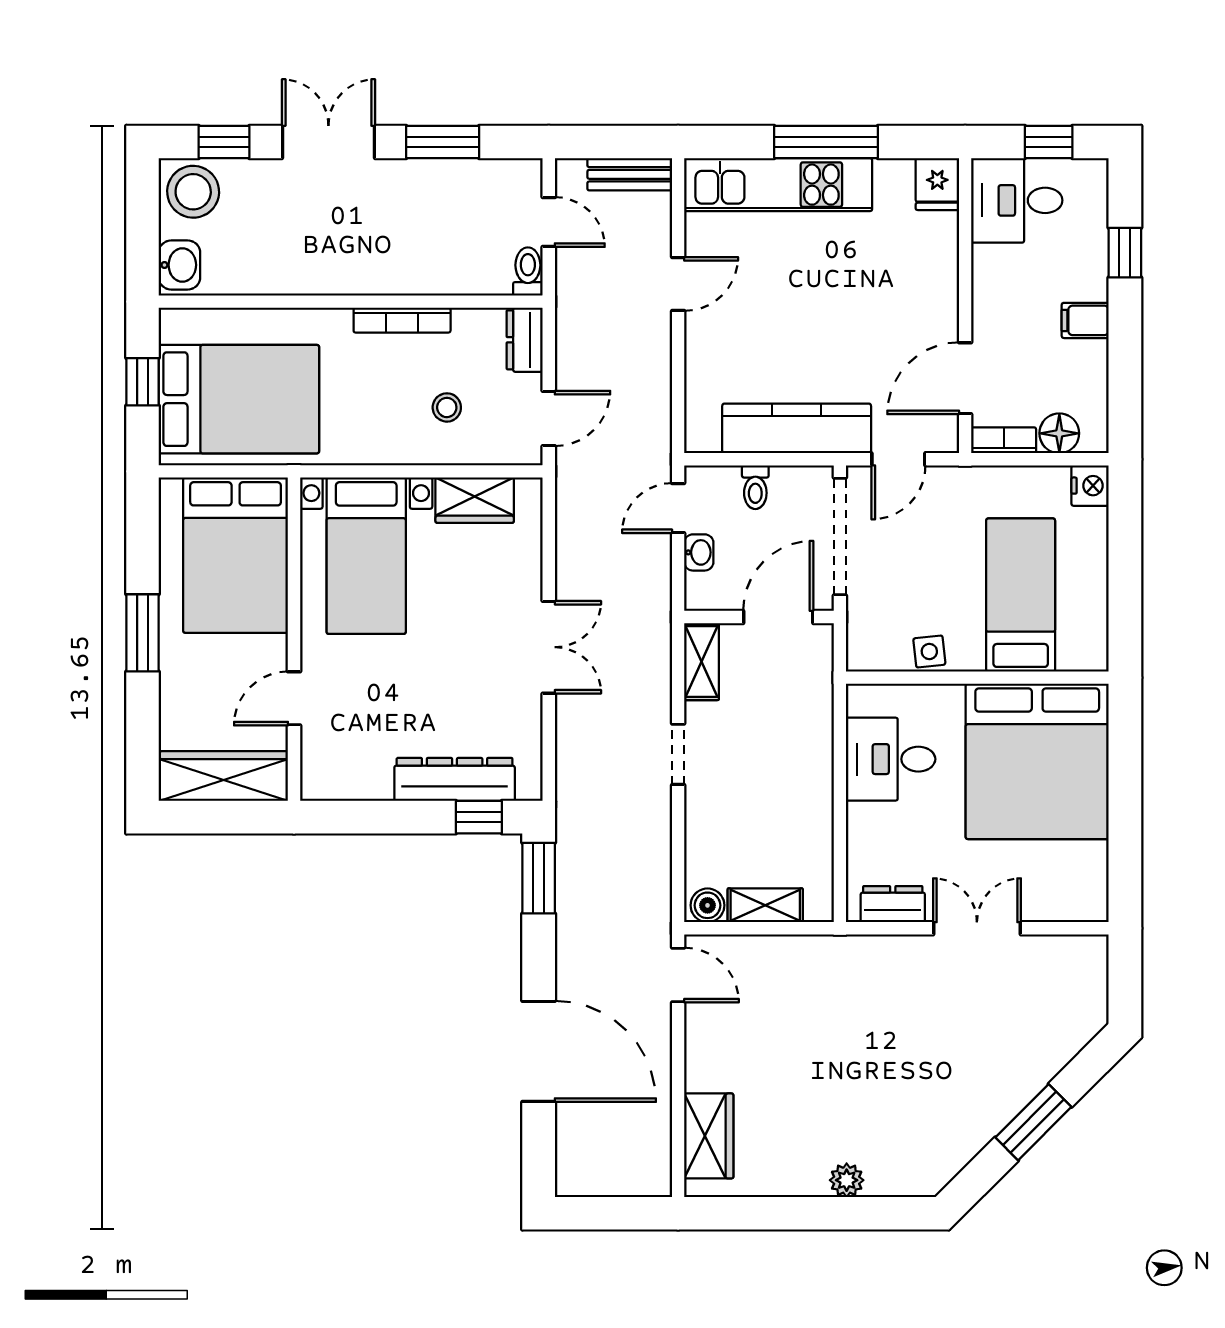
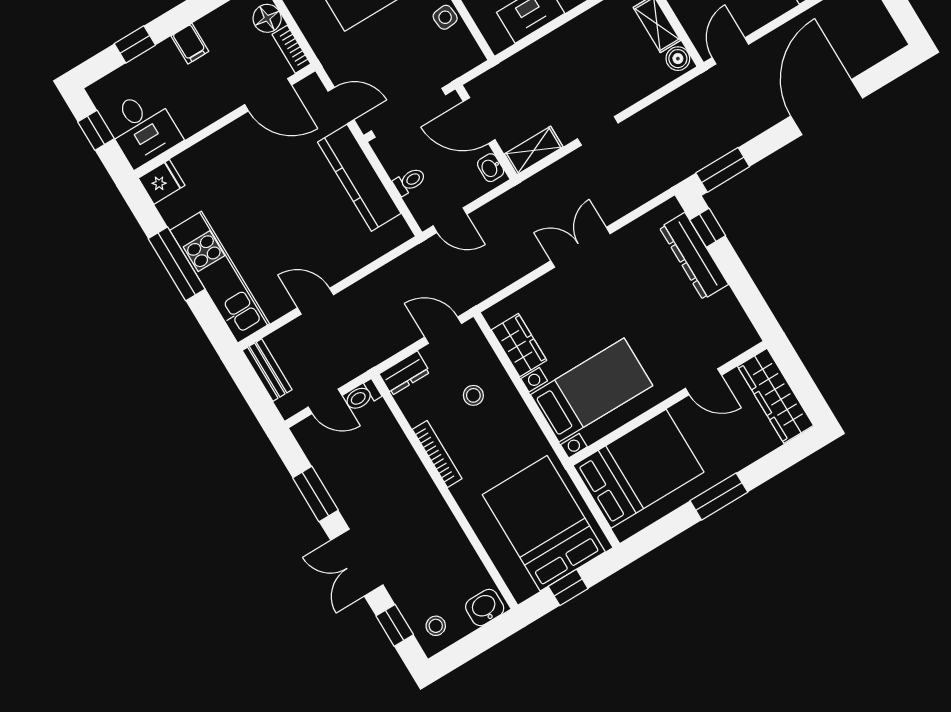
stool: (193, 192) -> (436, 626), width x0.53, depth x0.53
door: (549, 222) -> (325, 401), swing flipped
washbasin: (699, 552) -> (491, 168), moved, turned -90

